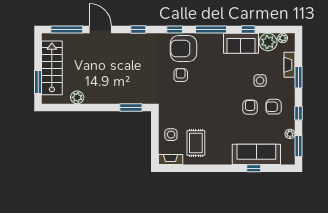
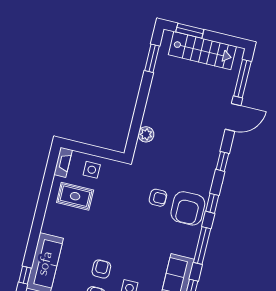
armchair: (183, 48) -> (188, 208), turned 180
plant: (77, 97) -> (146, 134), moved
window: (131, 107) -> (152, 58), moved
armchair: (250, 107) -> (101, 269), turned -90
window: (254, 168) -> (25, 275), moved

